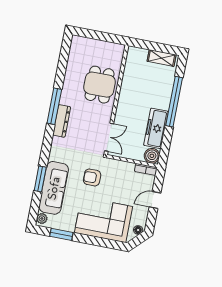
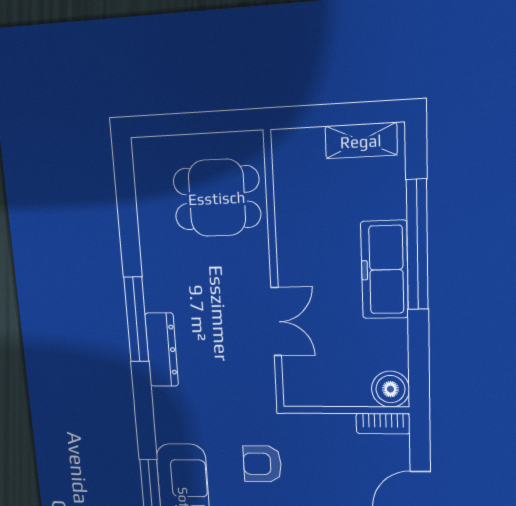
dining table: (100, 85) -> (217, 198), moved, turned 90
freezer: (156, 128) -> (385, 270), moved
double door: (109, 137) -> (276, 322), moved

